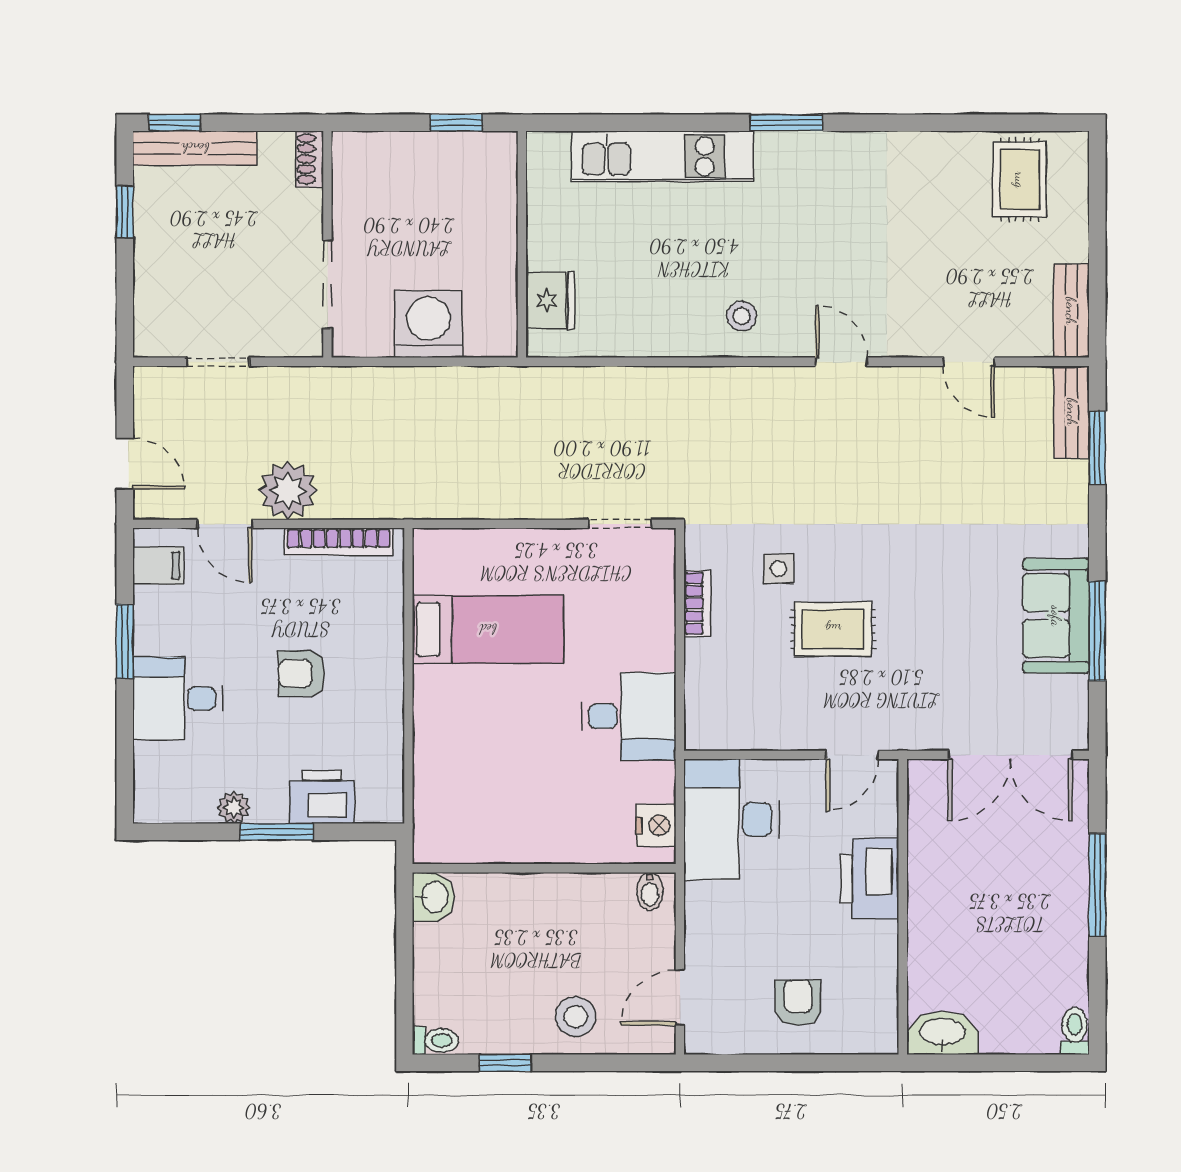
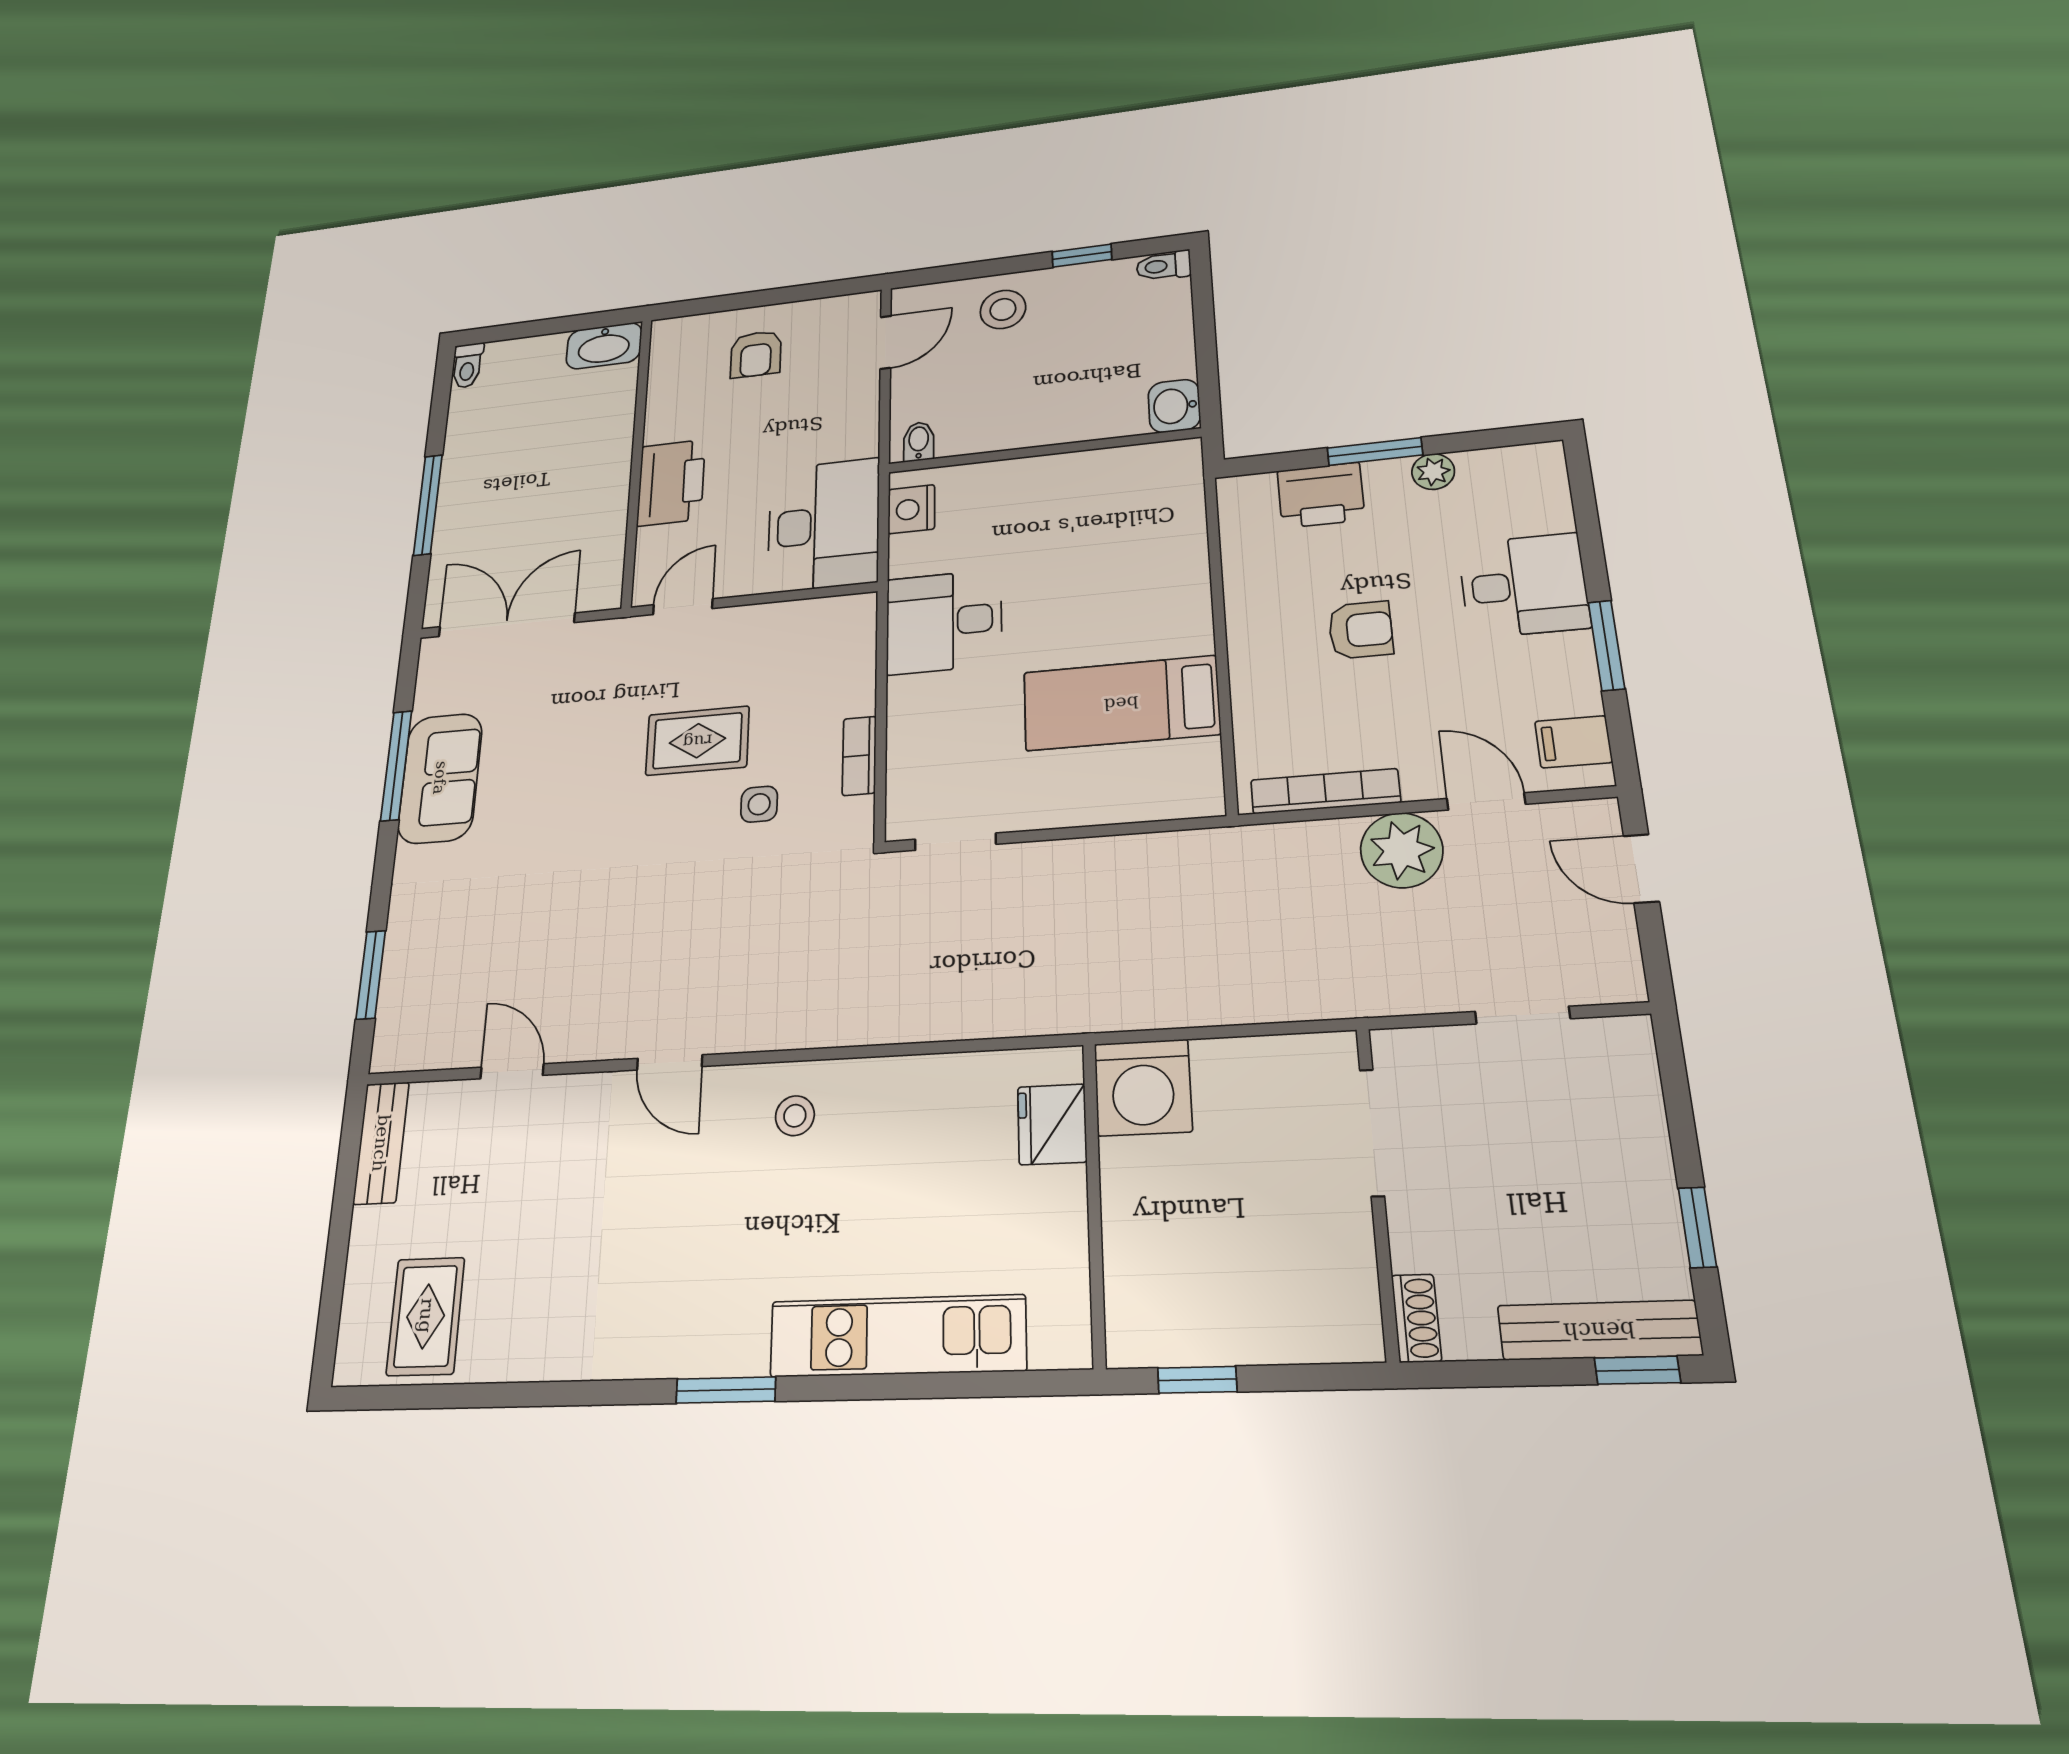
washing machine: (428, 324) -> (1143, 1088), moved
bench: (1072, 412) -> (396, 1016), removed

